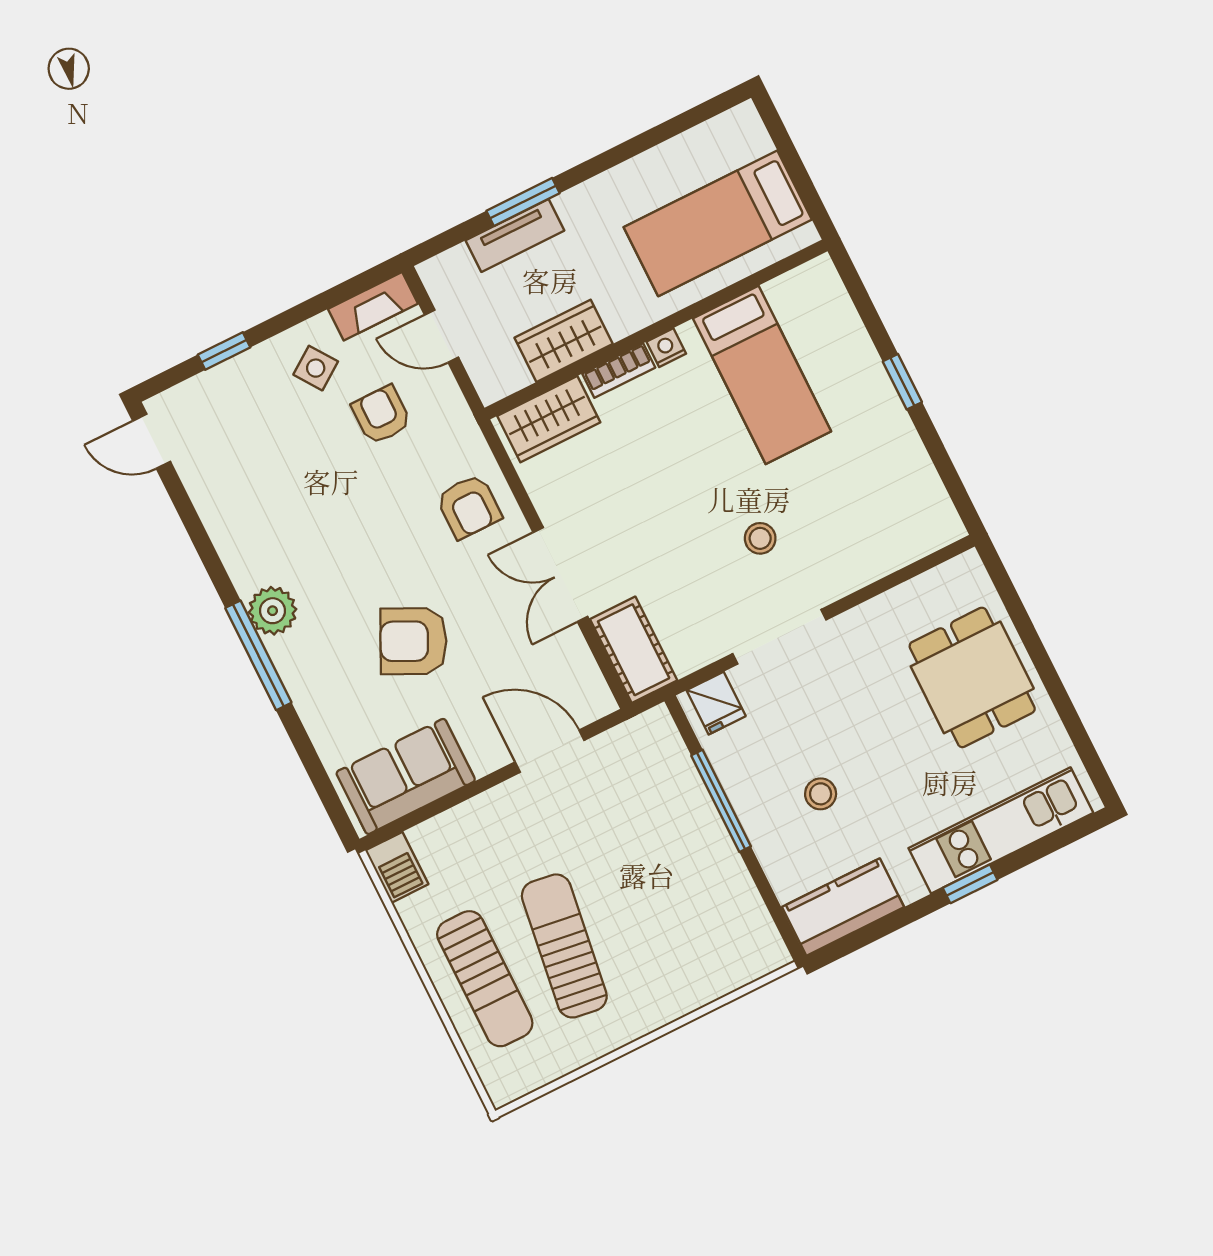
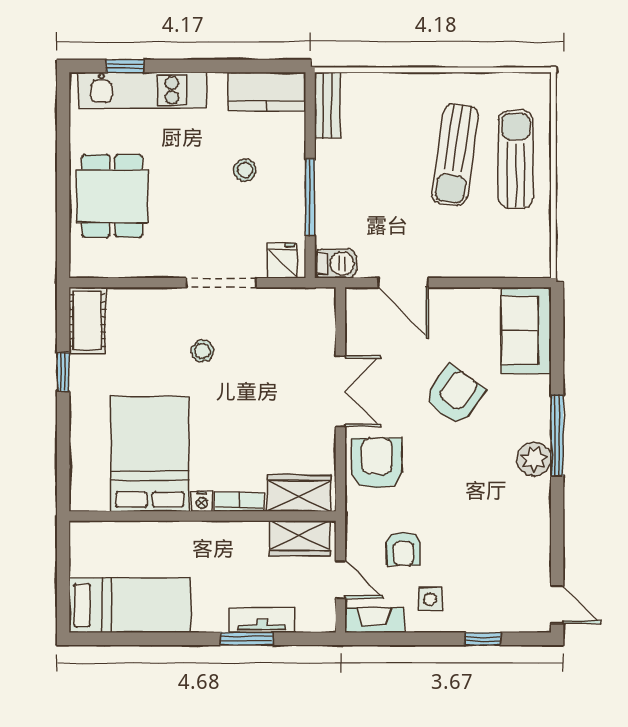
bed: (718, 223) -> (130, 605), moved
wardrobe: (564, 341) -> (300, 538), moved
side table: (316, 368) -> (430, 599), turned 35
bed: (762, 375) -> (150, 454), width x1.50
window: (902, 382) -> (63, 372), moved
armchair: (469, 506) -> (377, 463), width x1.38, depth x1.38
armchair: (413, 641) -> (454, 395), turned -80
cot: (634, 650) -> (87, 320), moved
sofa: (406, 776) -> (526, 330), moved, turned 90
barbecue: (397, 867) -> (335, 263), moved, turned 90
window: (970, 884) -> (125, 66), moved
bench: (757, 928) -> (327, 105), added

